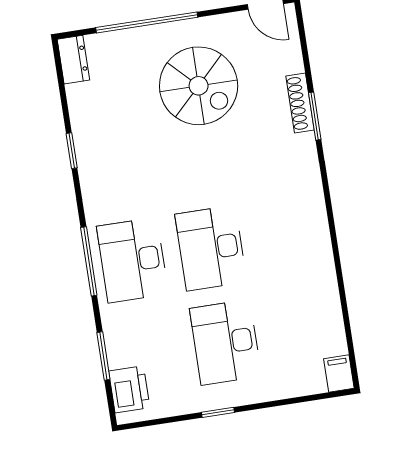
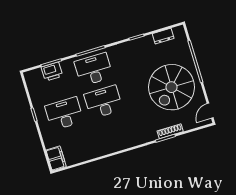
dresser: (73, 60) -> (163, 36), moved
spiral stairs: (199, 86) -> (172, 87), width x1.37, depth x1.37
filing cabinet: (339, 374) -> (56, 158), width x2.00
printer: (129, 389) -> (52, 72), moved

